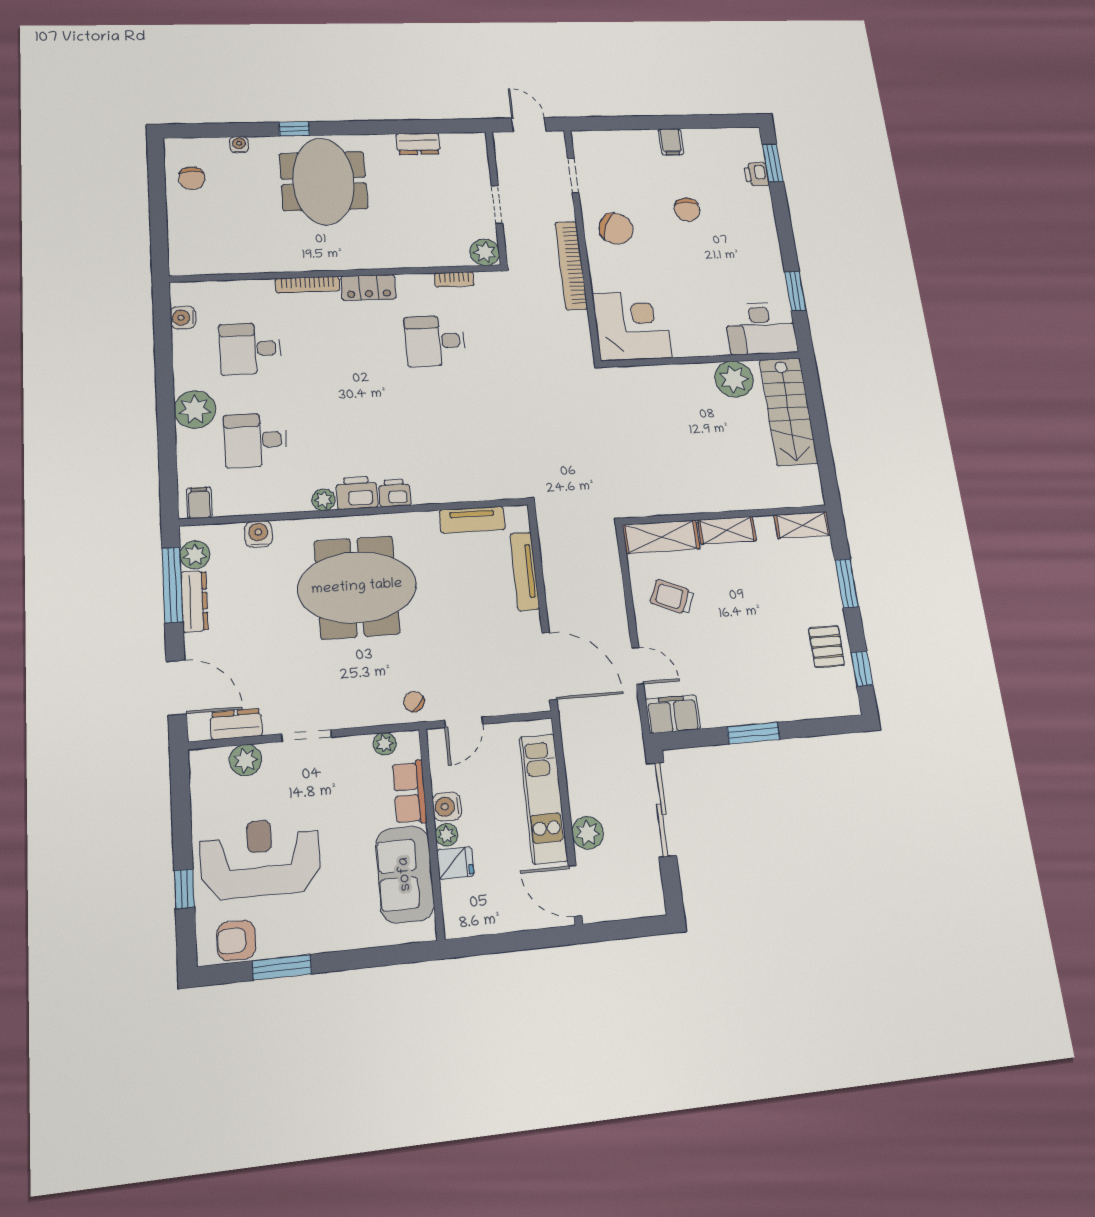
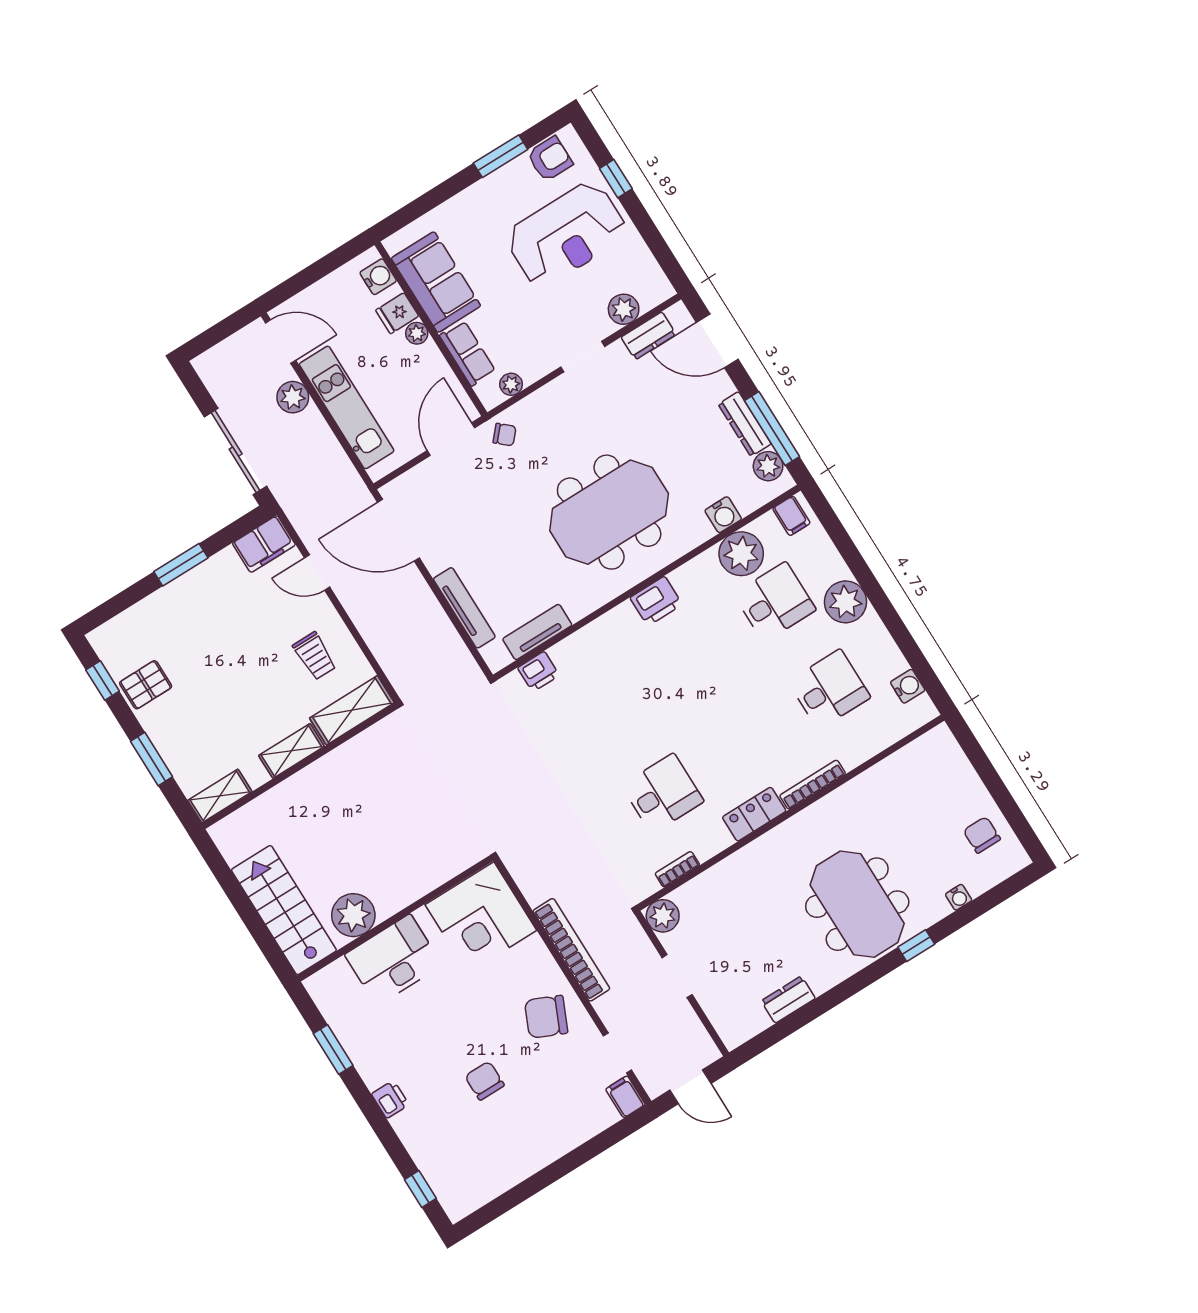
filing cabinet: (671, 142) -> (625, 1097), moved
window: (773, 163) -> (420, 1189), width x0.67
printer: (757, 174) -> (390, 1099), moved
desk: (761, 328) -> (393, 960), moved
printer: (395, 493) -> (538, 672), moved
plant: (323, 500) -> (741, 554), moved, width x1.87, depth x1.87
trolley: (672, 597) -> (315, 656), turned 67
pallet: (827, 646) -> (146, 685), turned 90
door: (464, 722) -> (451, 439), width x1.38
water cooler: (447, 807) -> (378, 277), moved

